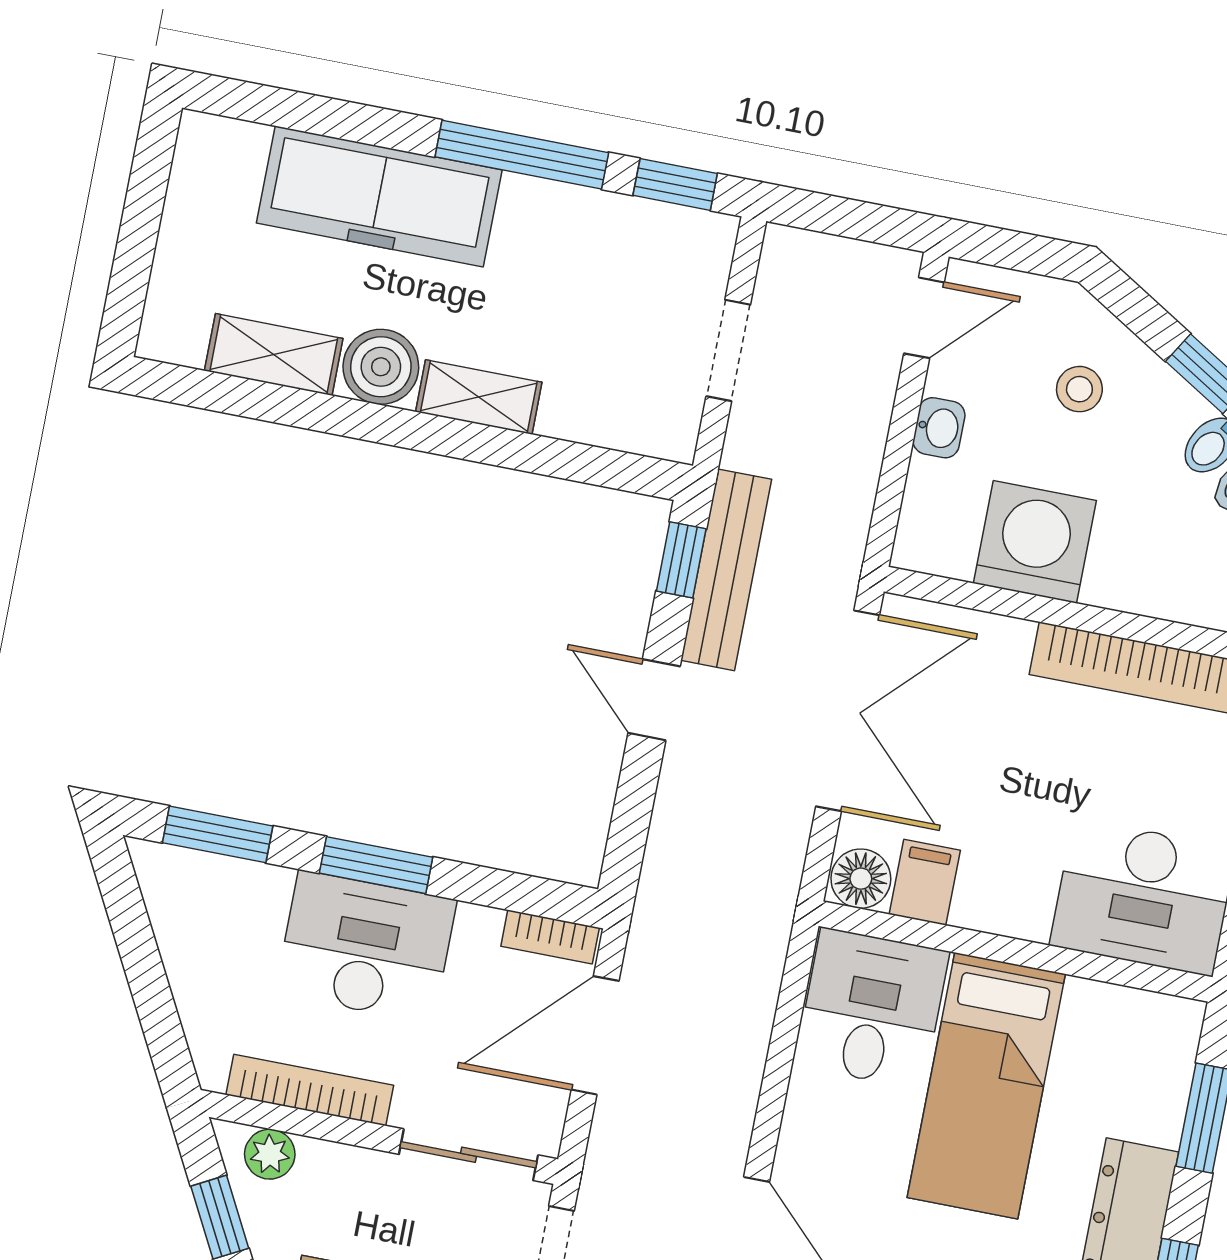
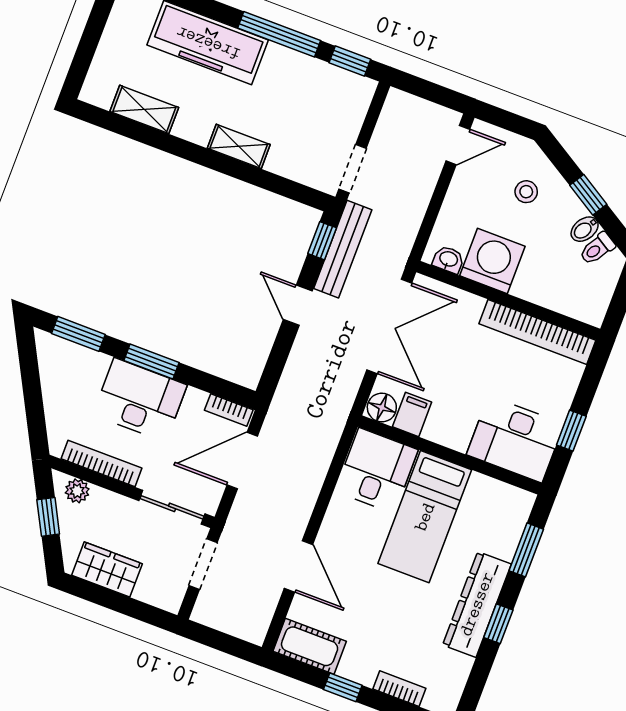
doorway: (728, 350) -> (353, 169), moved
boiler: (381, 367) -> (194, 124), removed
washbasin: (939, 428) -> (448, 260), moved, turned -90

